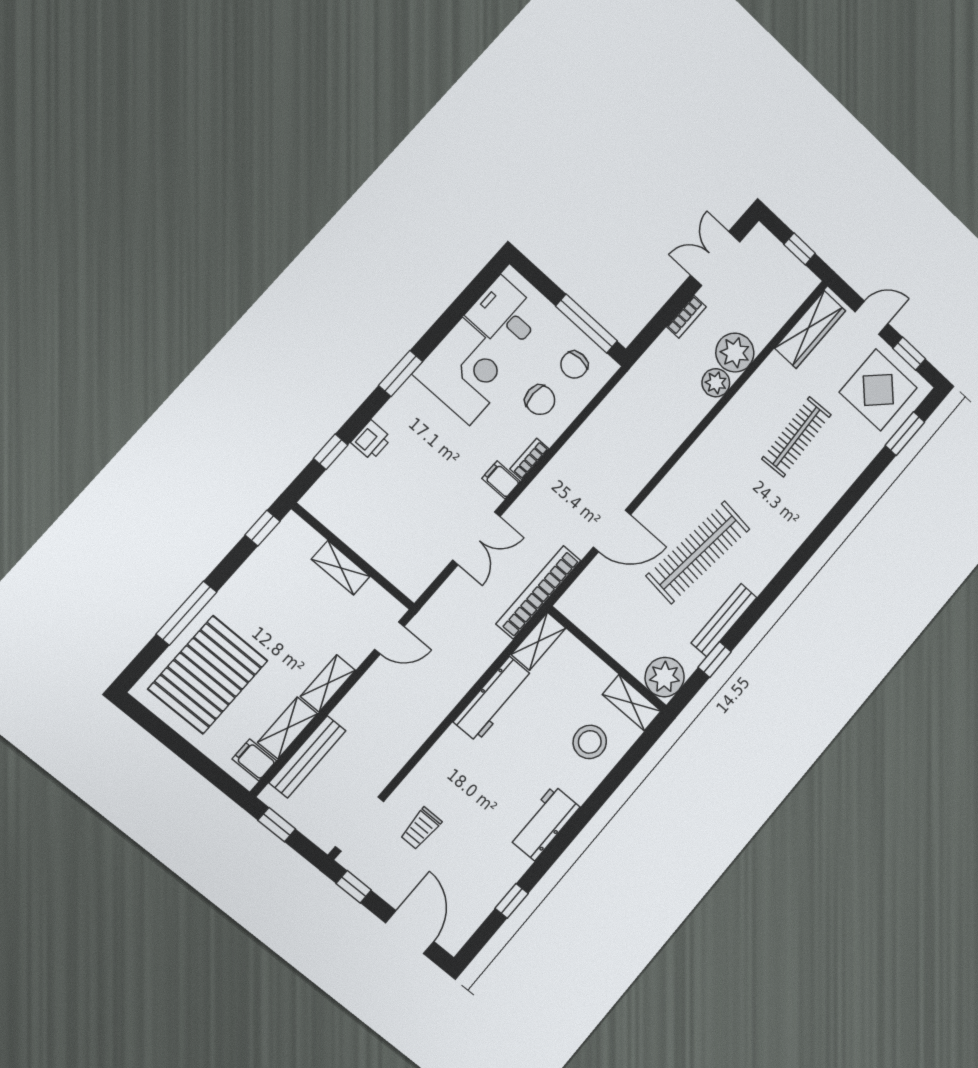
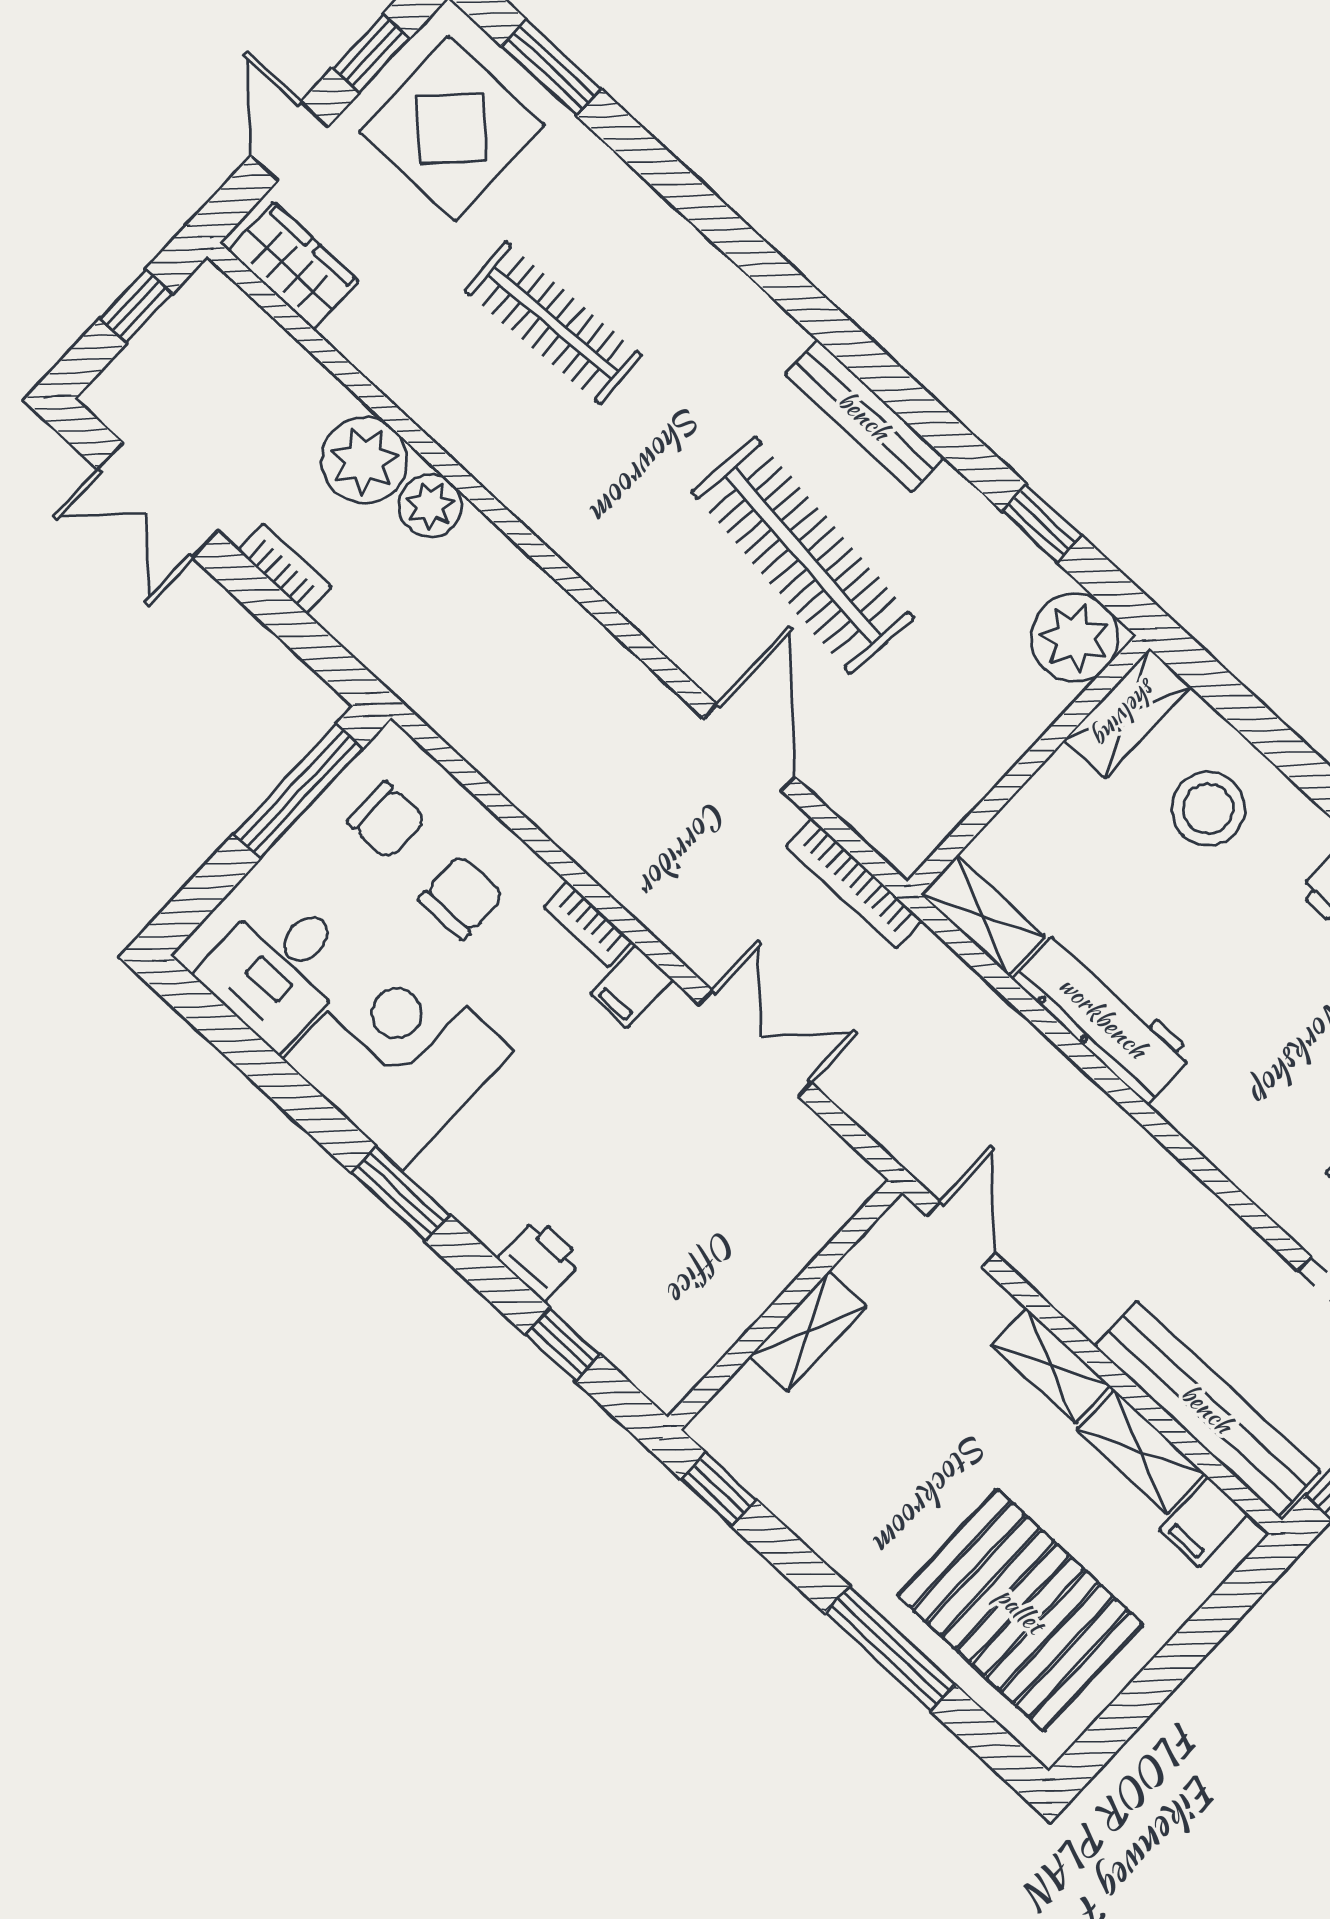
wardrobe: (810, 329) -> (293, 266), width x0.67
bookcase: (538, 592) -> (854, 883), width x0.68, depth x0.76
bench: (724, 620) -> (864, 416), moved
bench: (307, 757) -> (1207, 1409), width x1.37, depth x1.21

